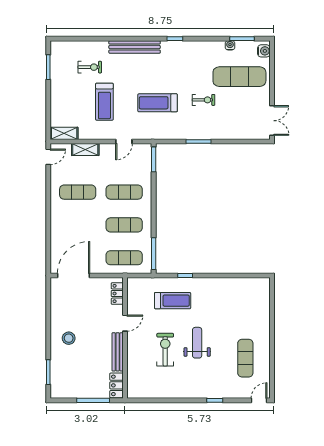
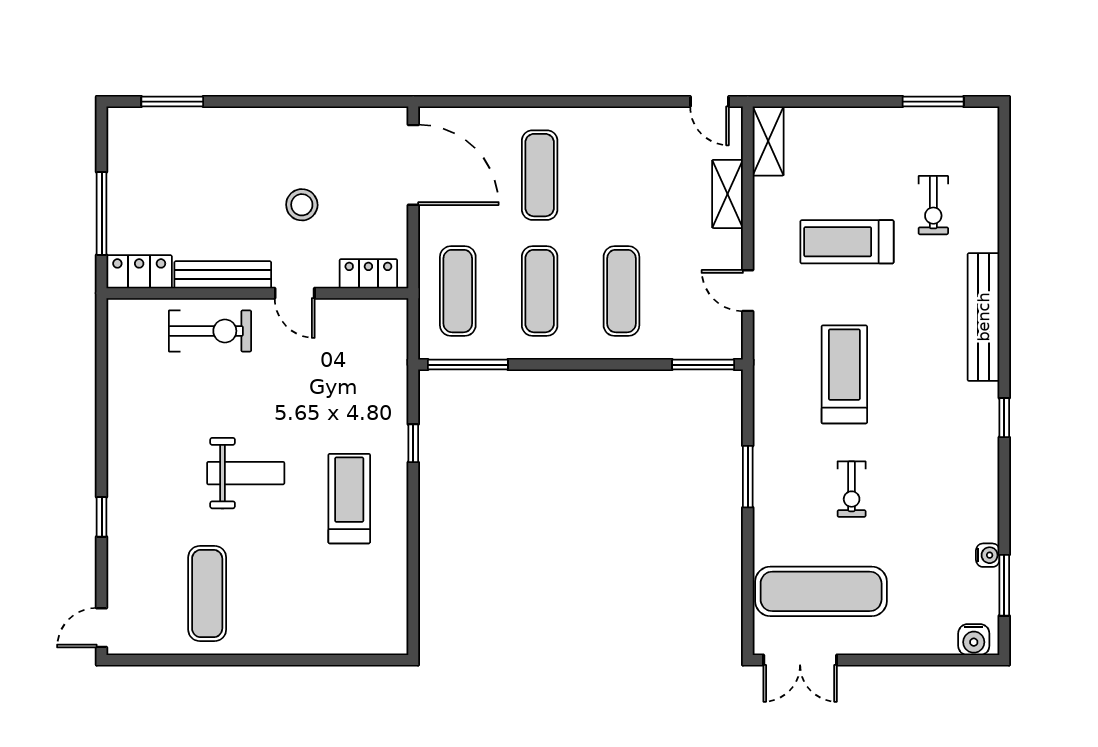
exercise mat: (239, 77) -> (821, 591), moved, turned 90
exercise mat: (78, 192) -> (540, 175), moved
treadmill: (173, 301) -> (349, 499), moved, turned 180
stool: (69, 338) -> (302, 205), moved
exercise bike: (165, 350) -> (210, 331), moved
exercise mat: (245, 358) -> (207, 594), turned 90
door: (259, 400) -> (102, 628), swing flipped

